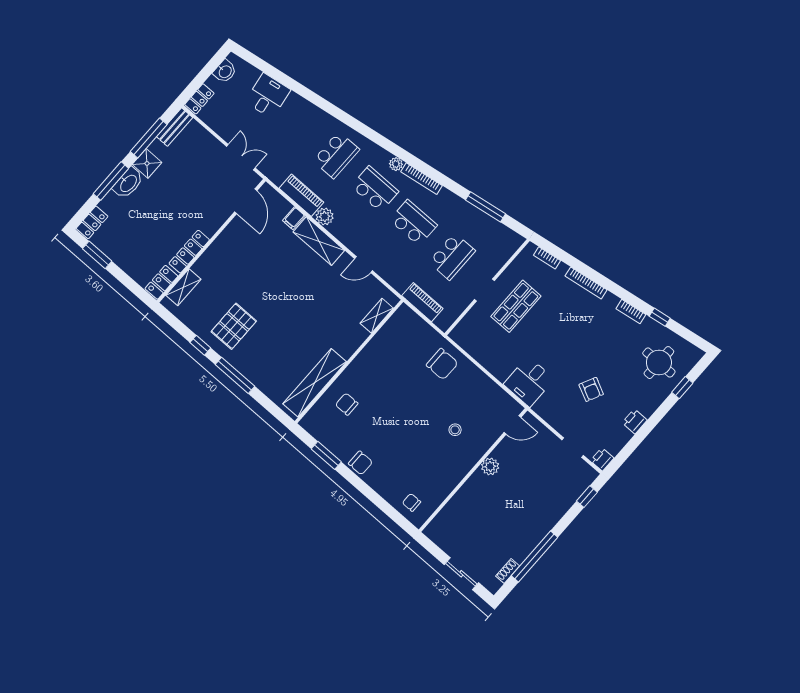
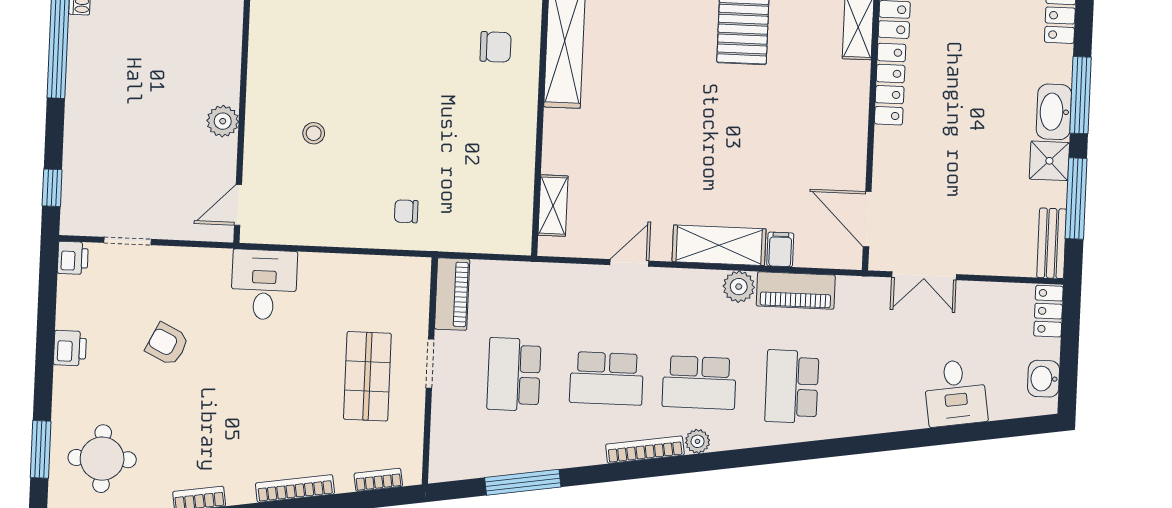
piano: (422, 302) -> (452, 294), moved, turned -90
chair: (442, 364) -> (406, 211), width x0.54, depth x0.54
window: (682, 388) -> (41, 449), width x1.50

